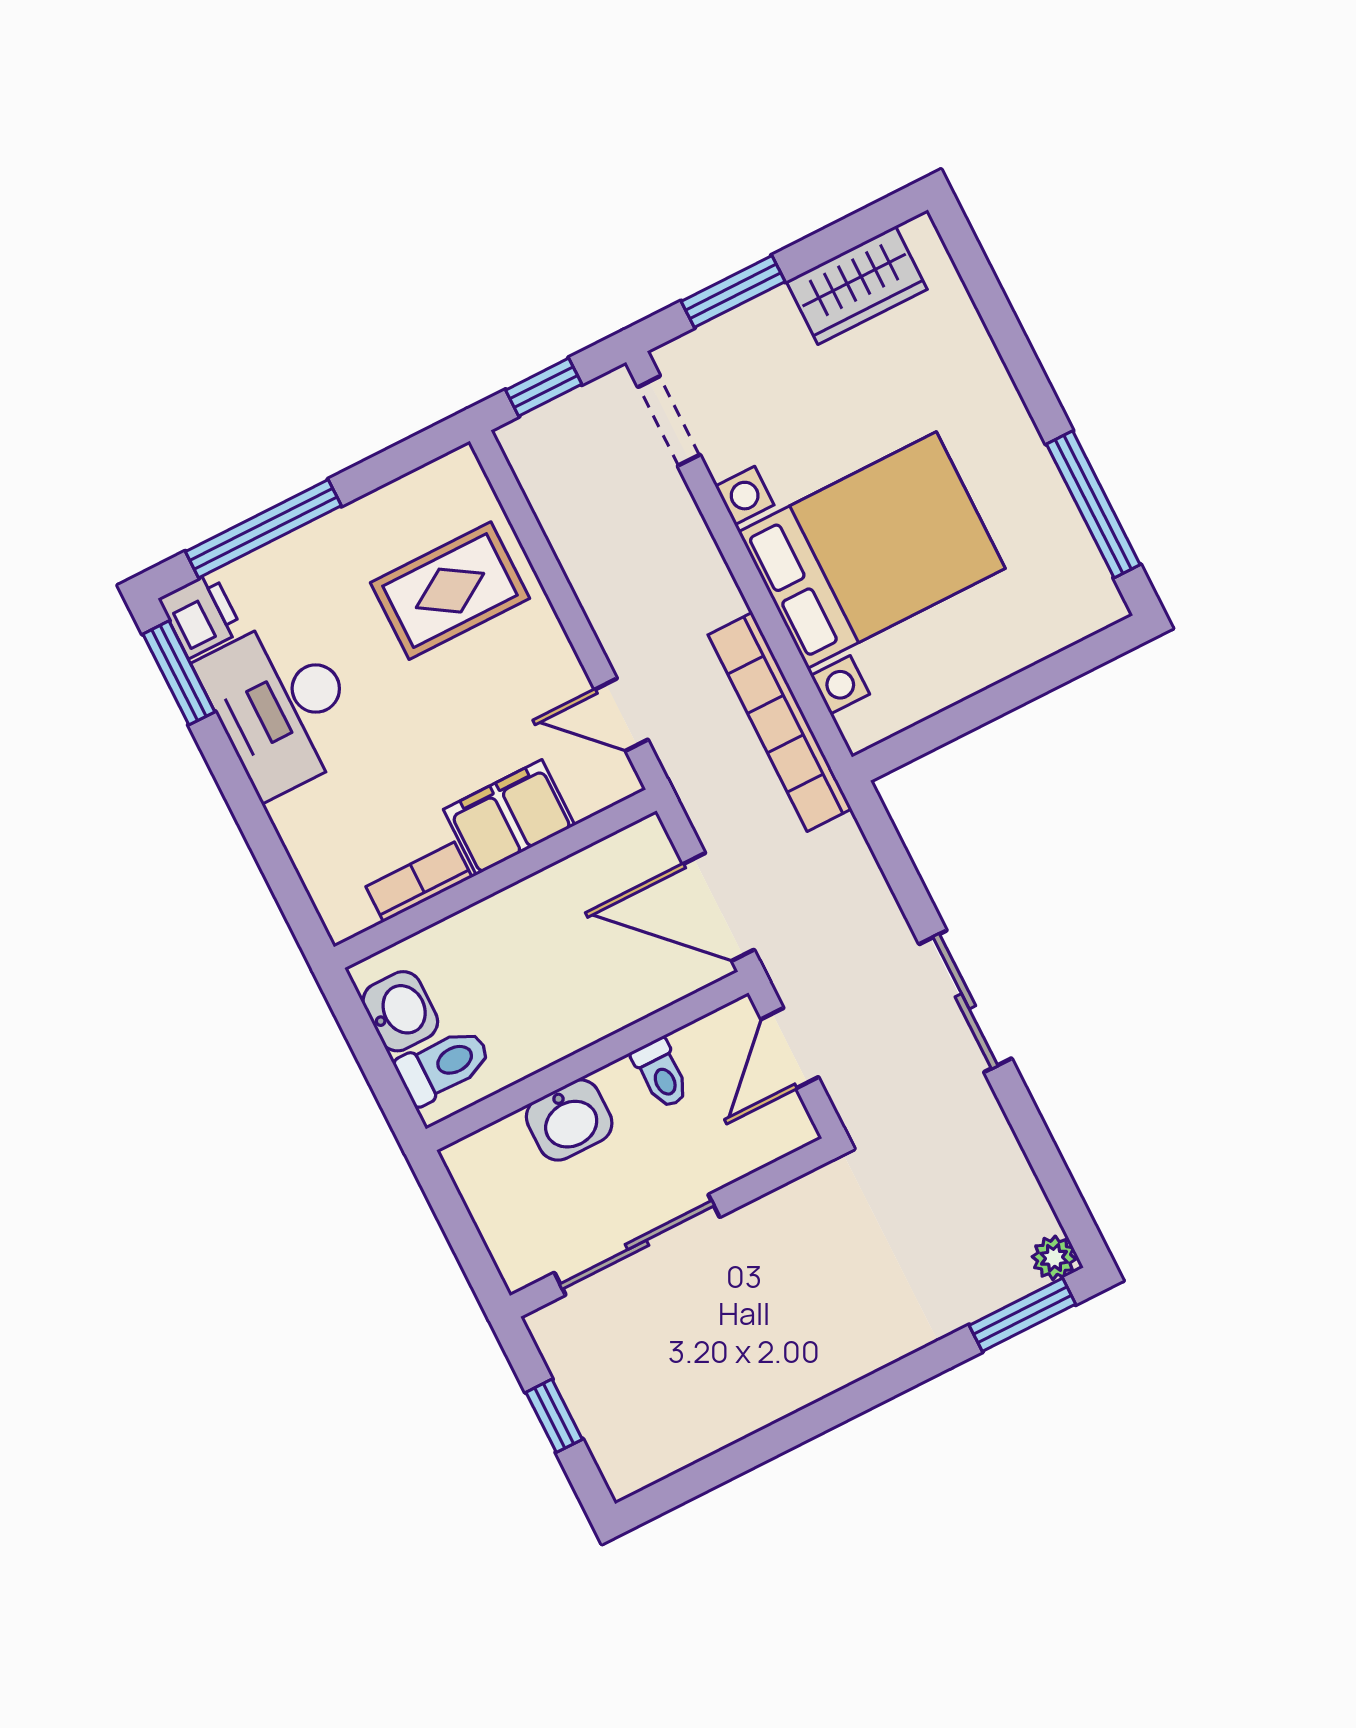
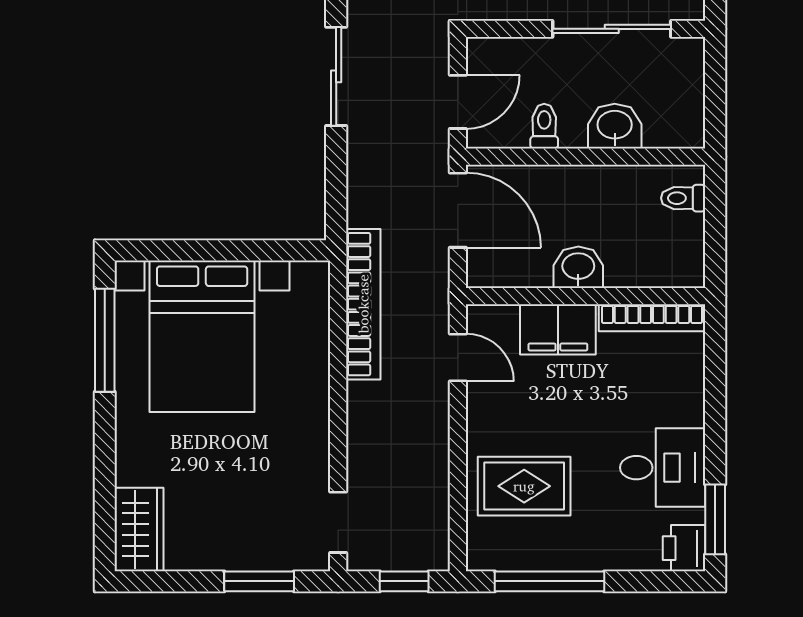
wardrobe: (857, 285) -> (139, 529), moved, turned 90
window: (263, 529) -> (549, 581), moved
bed with nightstands: (872, 550) -> (202, 336), moved, turned -90
desk: (281, 706) -> (663, 468), width x0.73
bookcase: (419, 882) -> (652, 318), width x1.56
washbasin: (400, 1011) -> (578, 267), moved, turned 90
toilet: (443, 1065) -> (683, 198), width x0.73, depth x0.72

